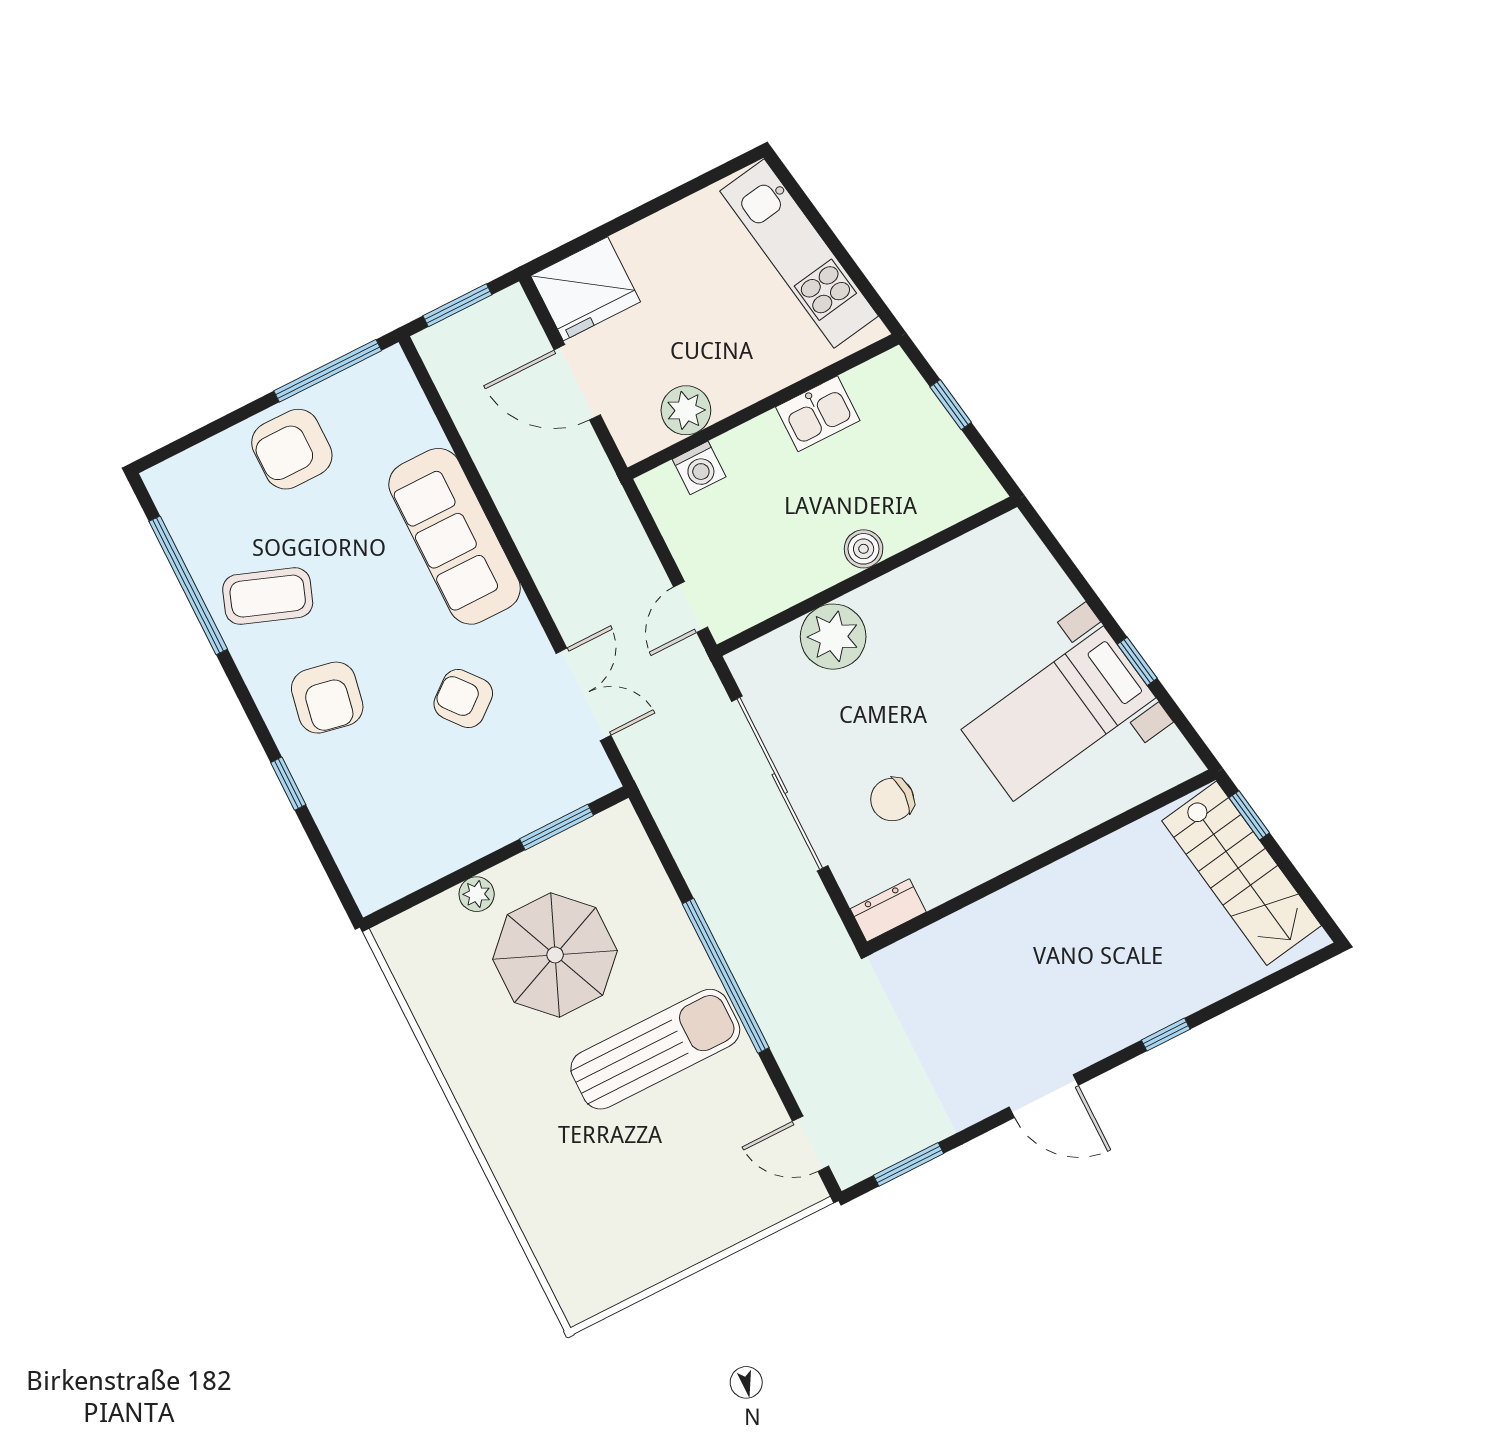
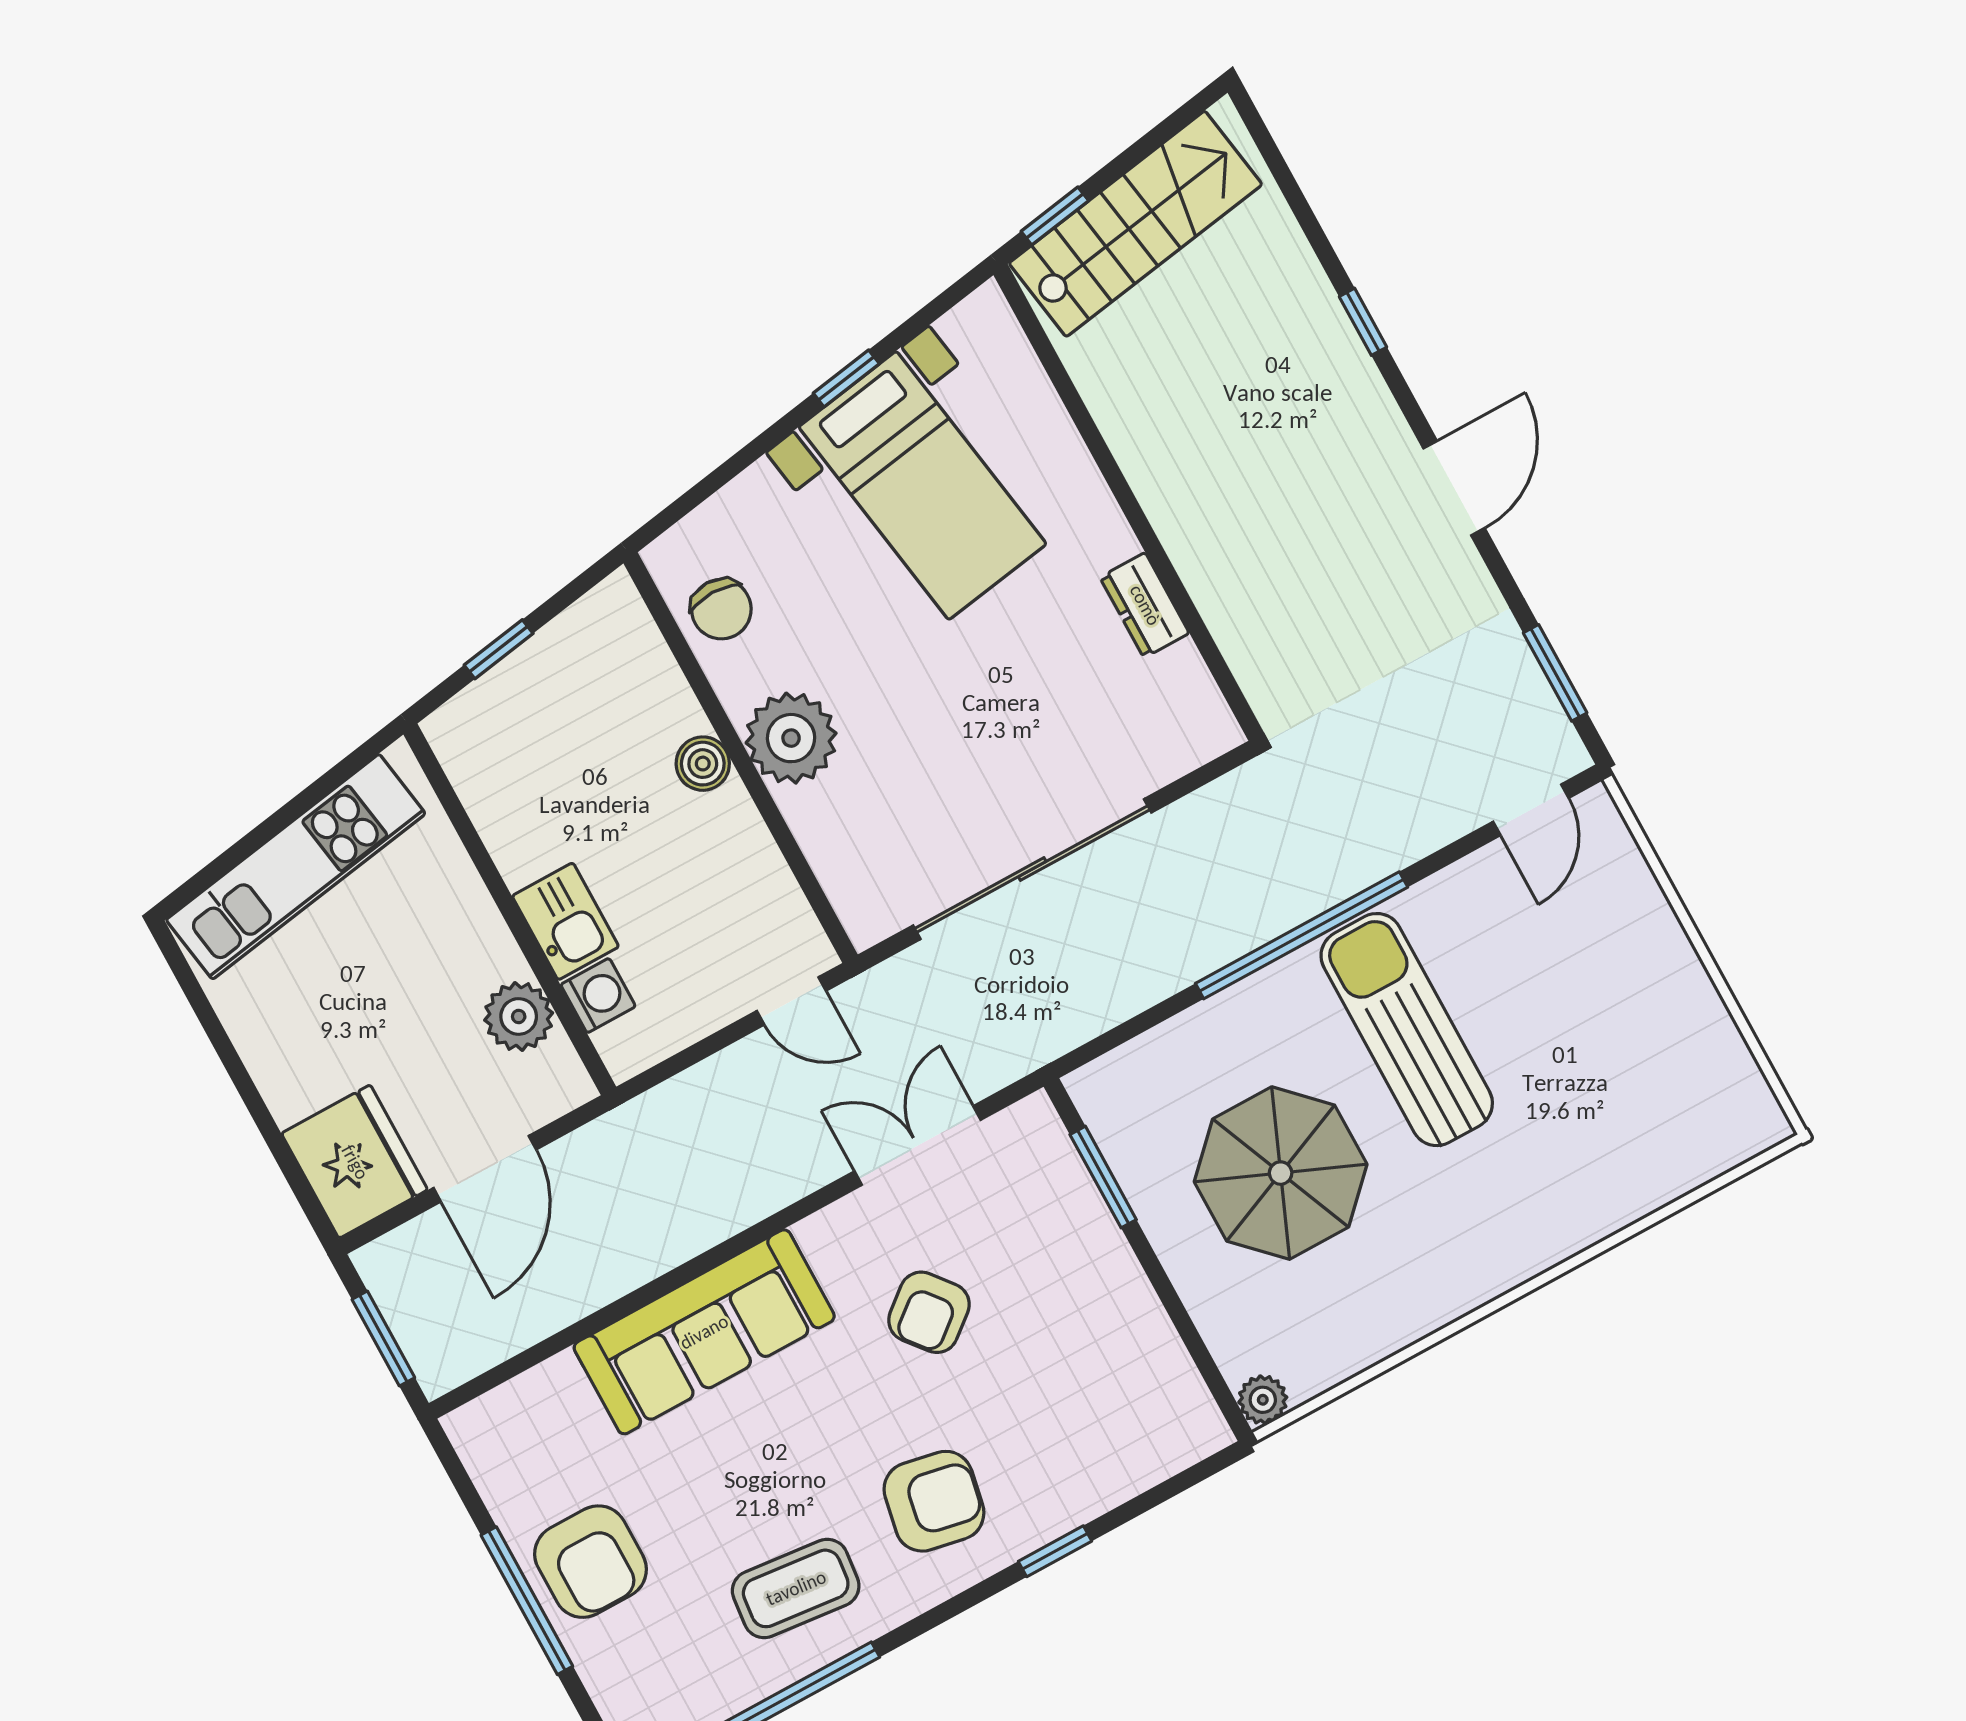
window: (328, 371) -> (527, 1601), moved
kitchen sink: (818, 414) -> (565, 921), moved
coffee table: (268, 596) -> (796, 1588), turned 76
plant: (833, 637) -> (791, 738), moved
chair: (892, 799) -> (721, 609), moved
plant: (477, 894) -> (1263, 1400), moved
dresser: (888, 910) -> (1145, 605), moved

